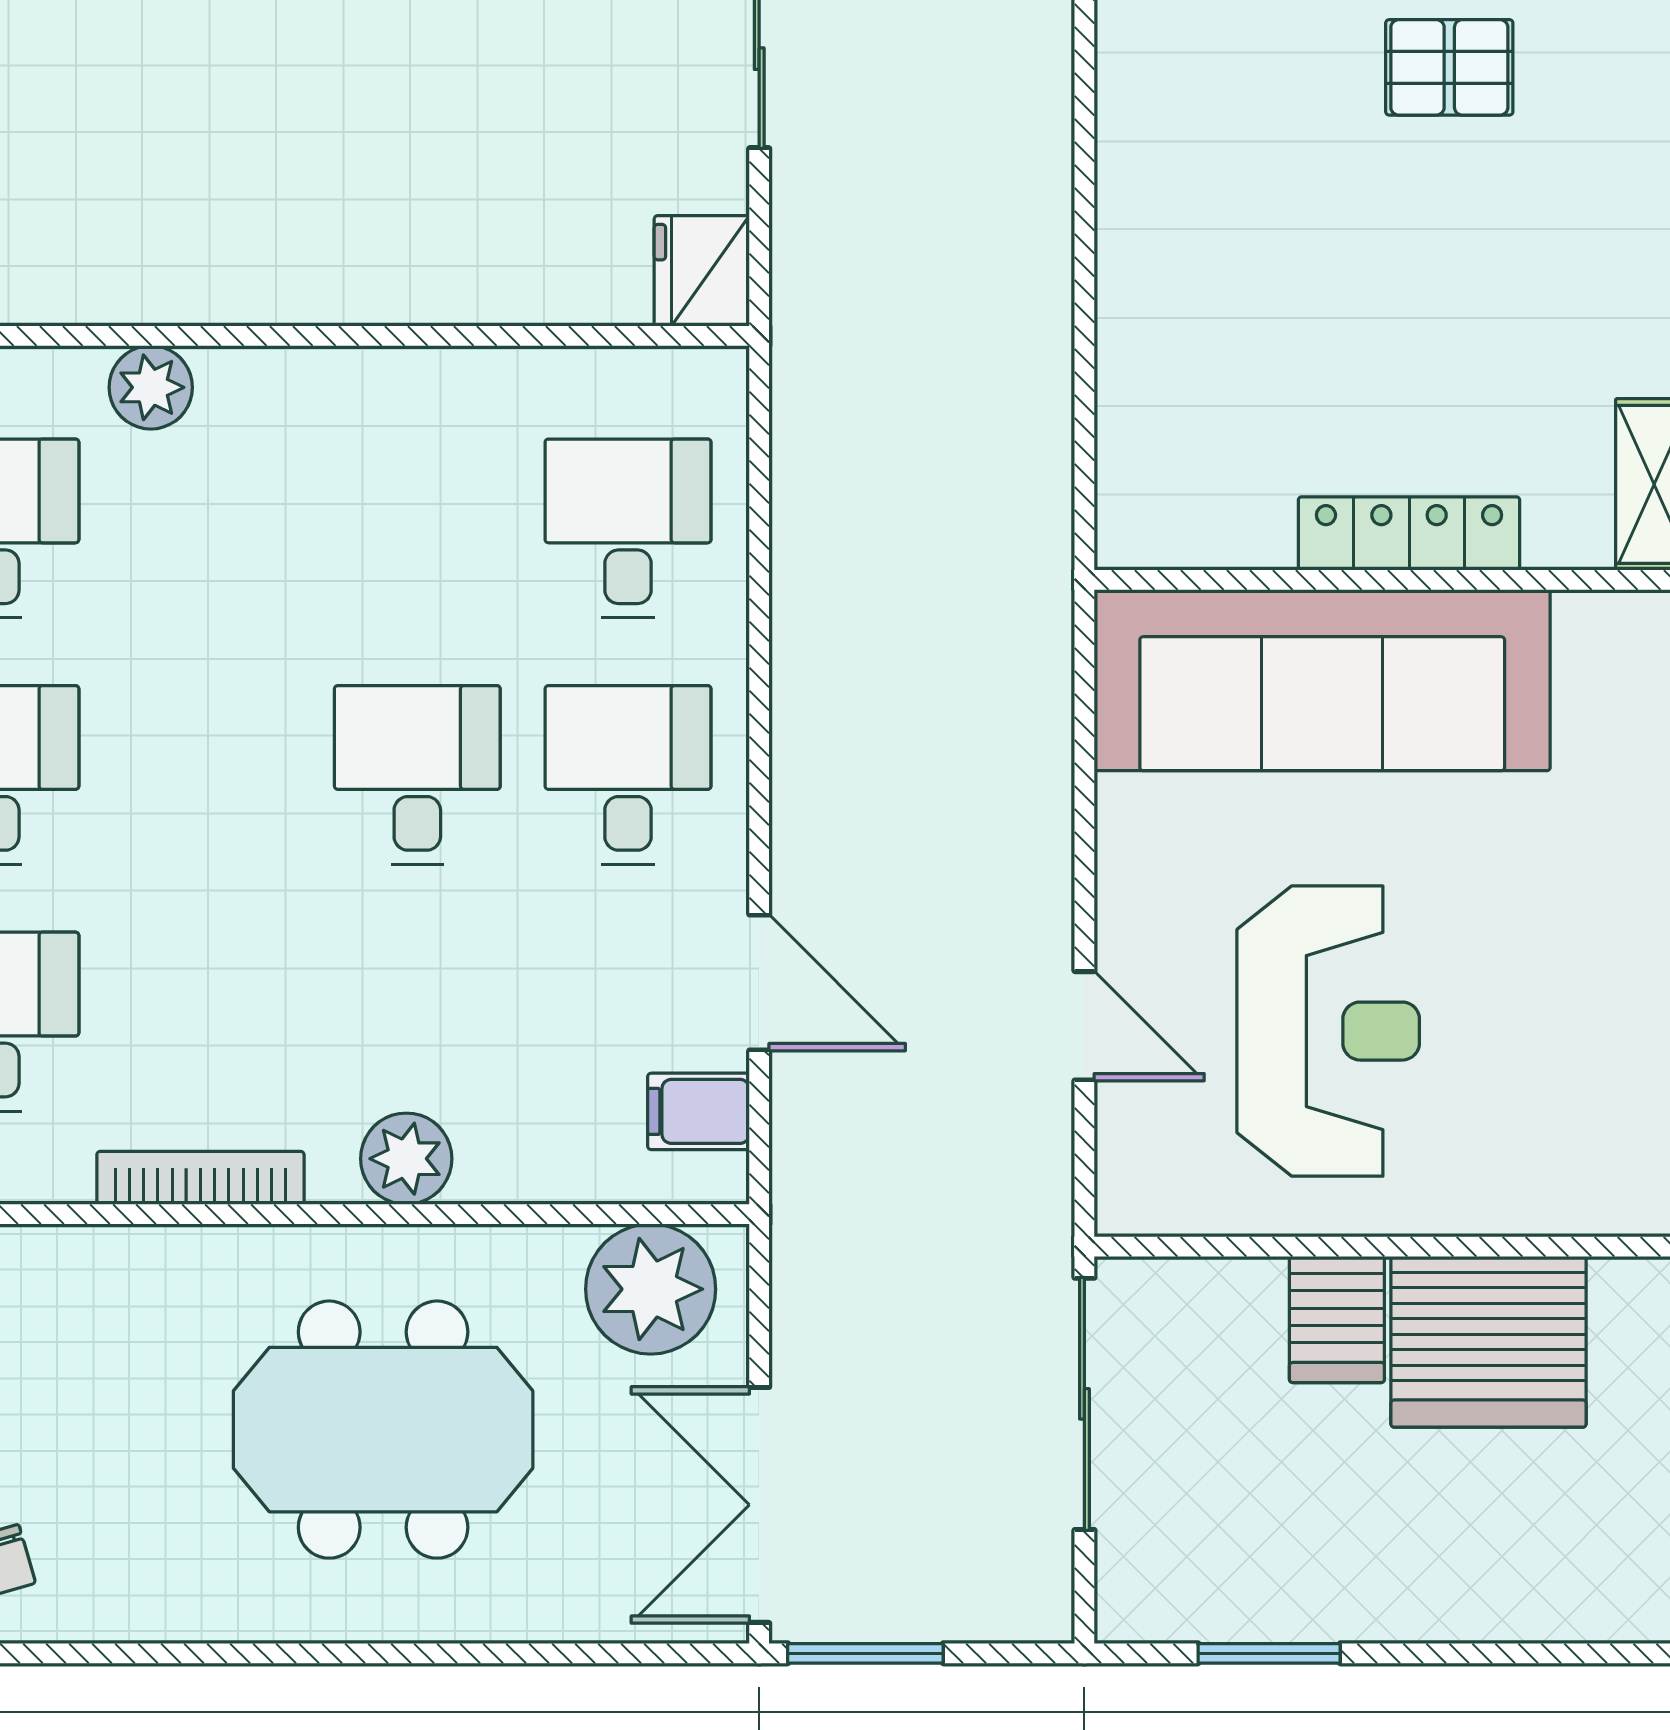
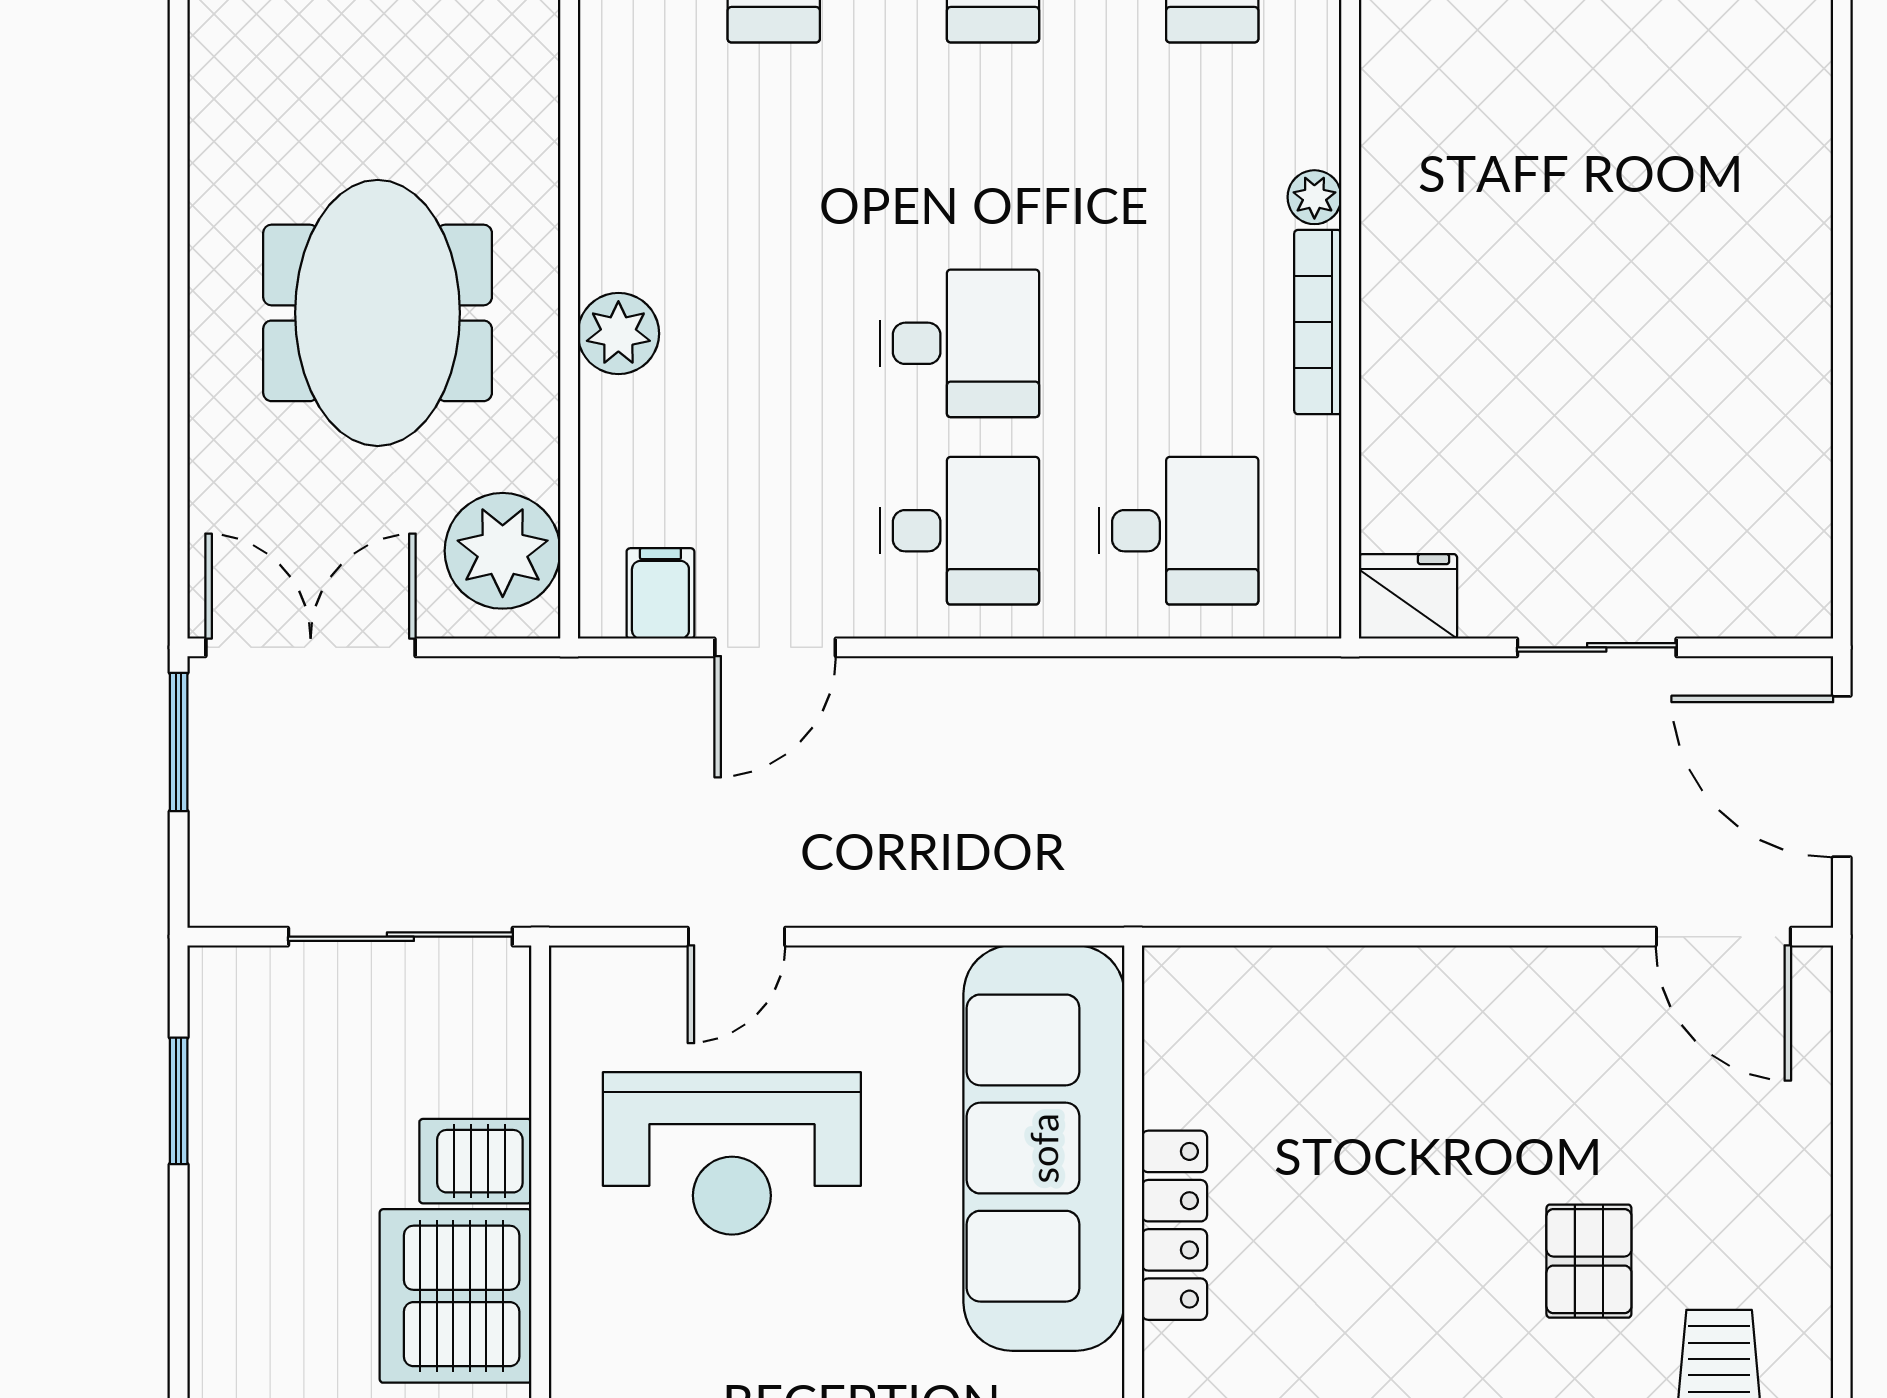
plant: (151, 387) -> (1314, 197), moved, width x0.73, depth x0.73
bookcase: (200, 1178) -> (1318, 322), moved, turned 180

